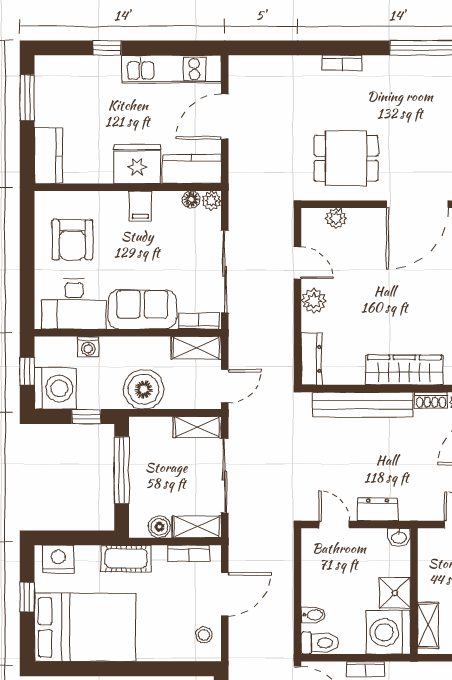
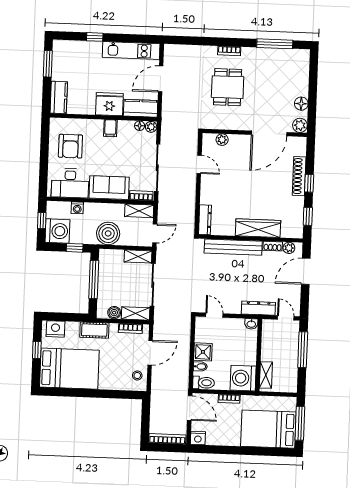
dining table: (346, 158) -> (228, 87), moved, turned 90
plant: (314, 301) -> (208, 186), removed
dresser: (378, 509) -> (258, 308), moved, width x1.44
shower: (395, 593) -> (203, 352), moved

